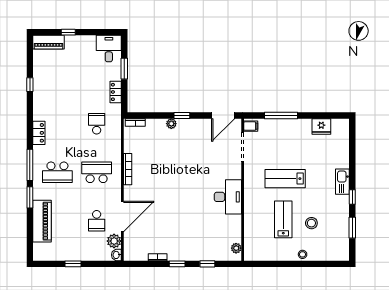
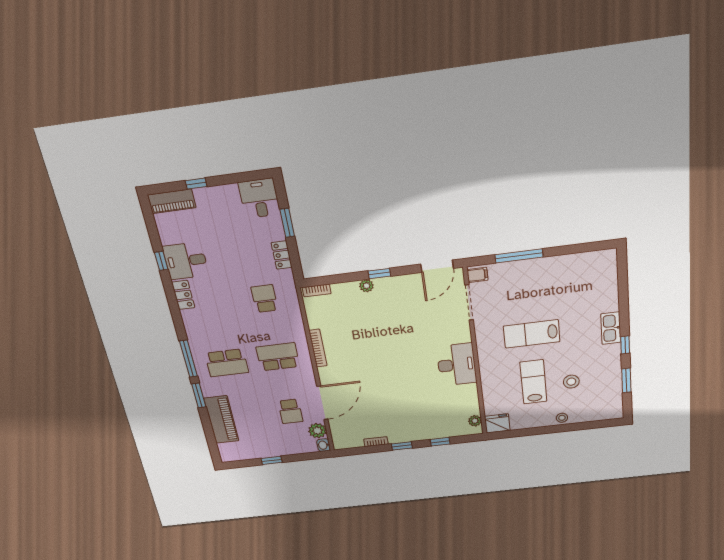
desk: (47, 87) -> (186, 261), added
fridge: (321, 126) -> (497, 423), moved, turned 180
locker: (39, 133) -> (183, 295), moved

